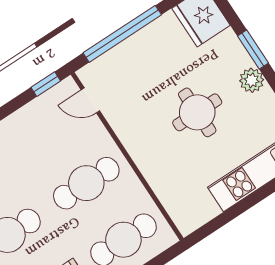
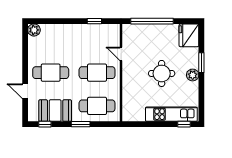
window: (46, 84) -> (94, 21), moved
door: (90, 100) -> (121, 54), moved

